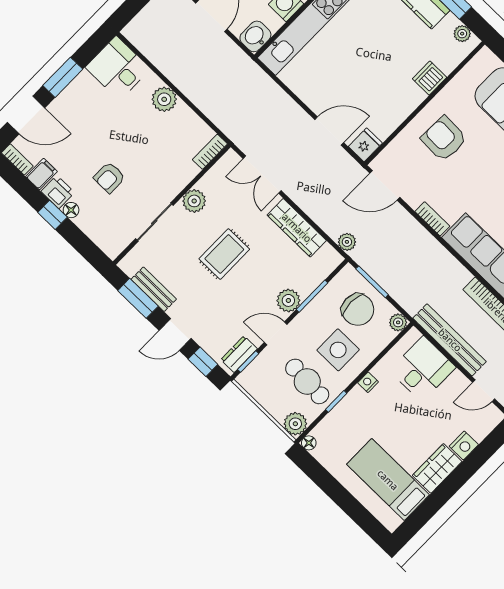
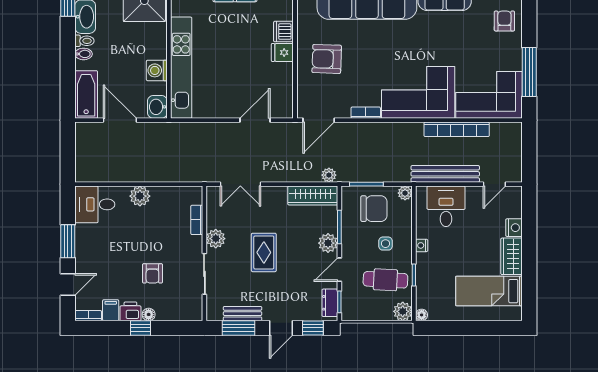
door: (26, 115) -> (68, 284), width x0.73
fridge: (365, 145) -> (282, 52), moved, turned -90
bookcase: (210, 152) -> (197, 220), moved
wardrobe: (297, 228) -> (313, 196), moved
side table: (338, 350) -> (386, 244), width x0.54, depth x0.54

